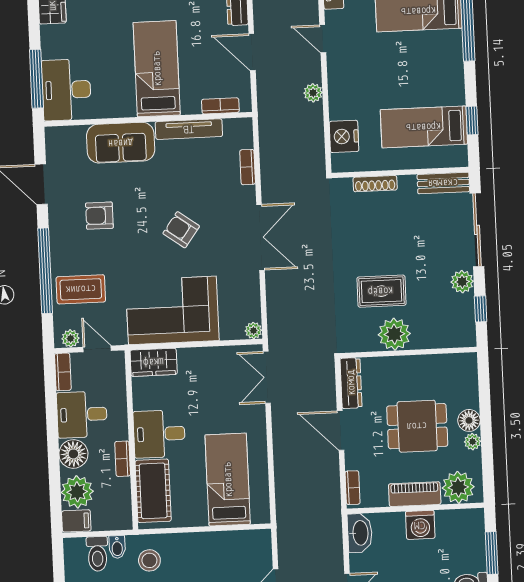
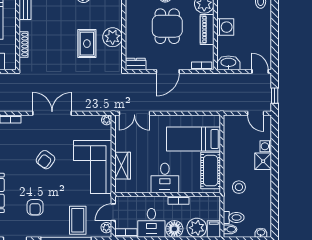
wardrobe: (154, 362) -> (123, 166), moved
dresser: (351, 383) -> (136, 64), width x0.70
cot: (153, 491) -> (211, 171), moved, turned 90
bidet: (117, 547) -> (230, 229), moved

